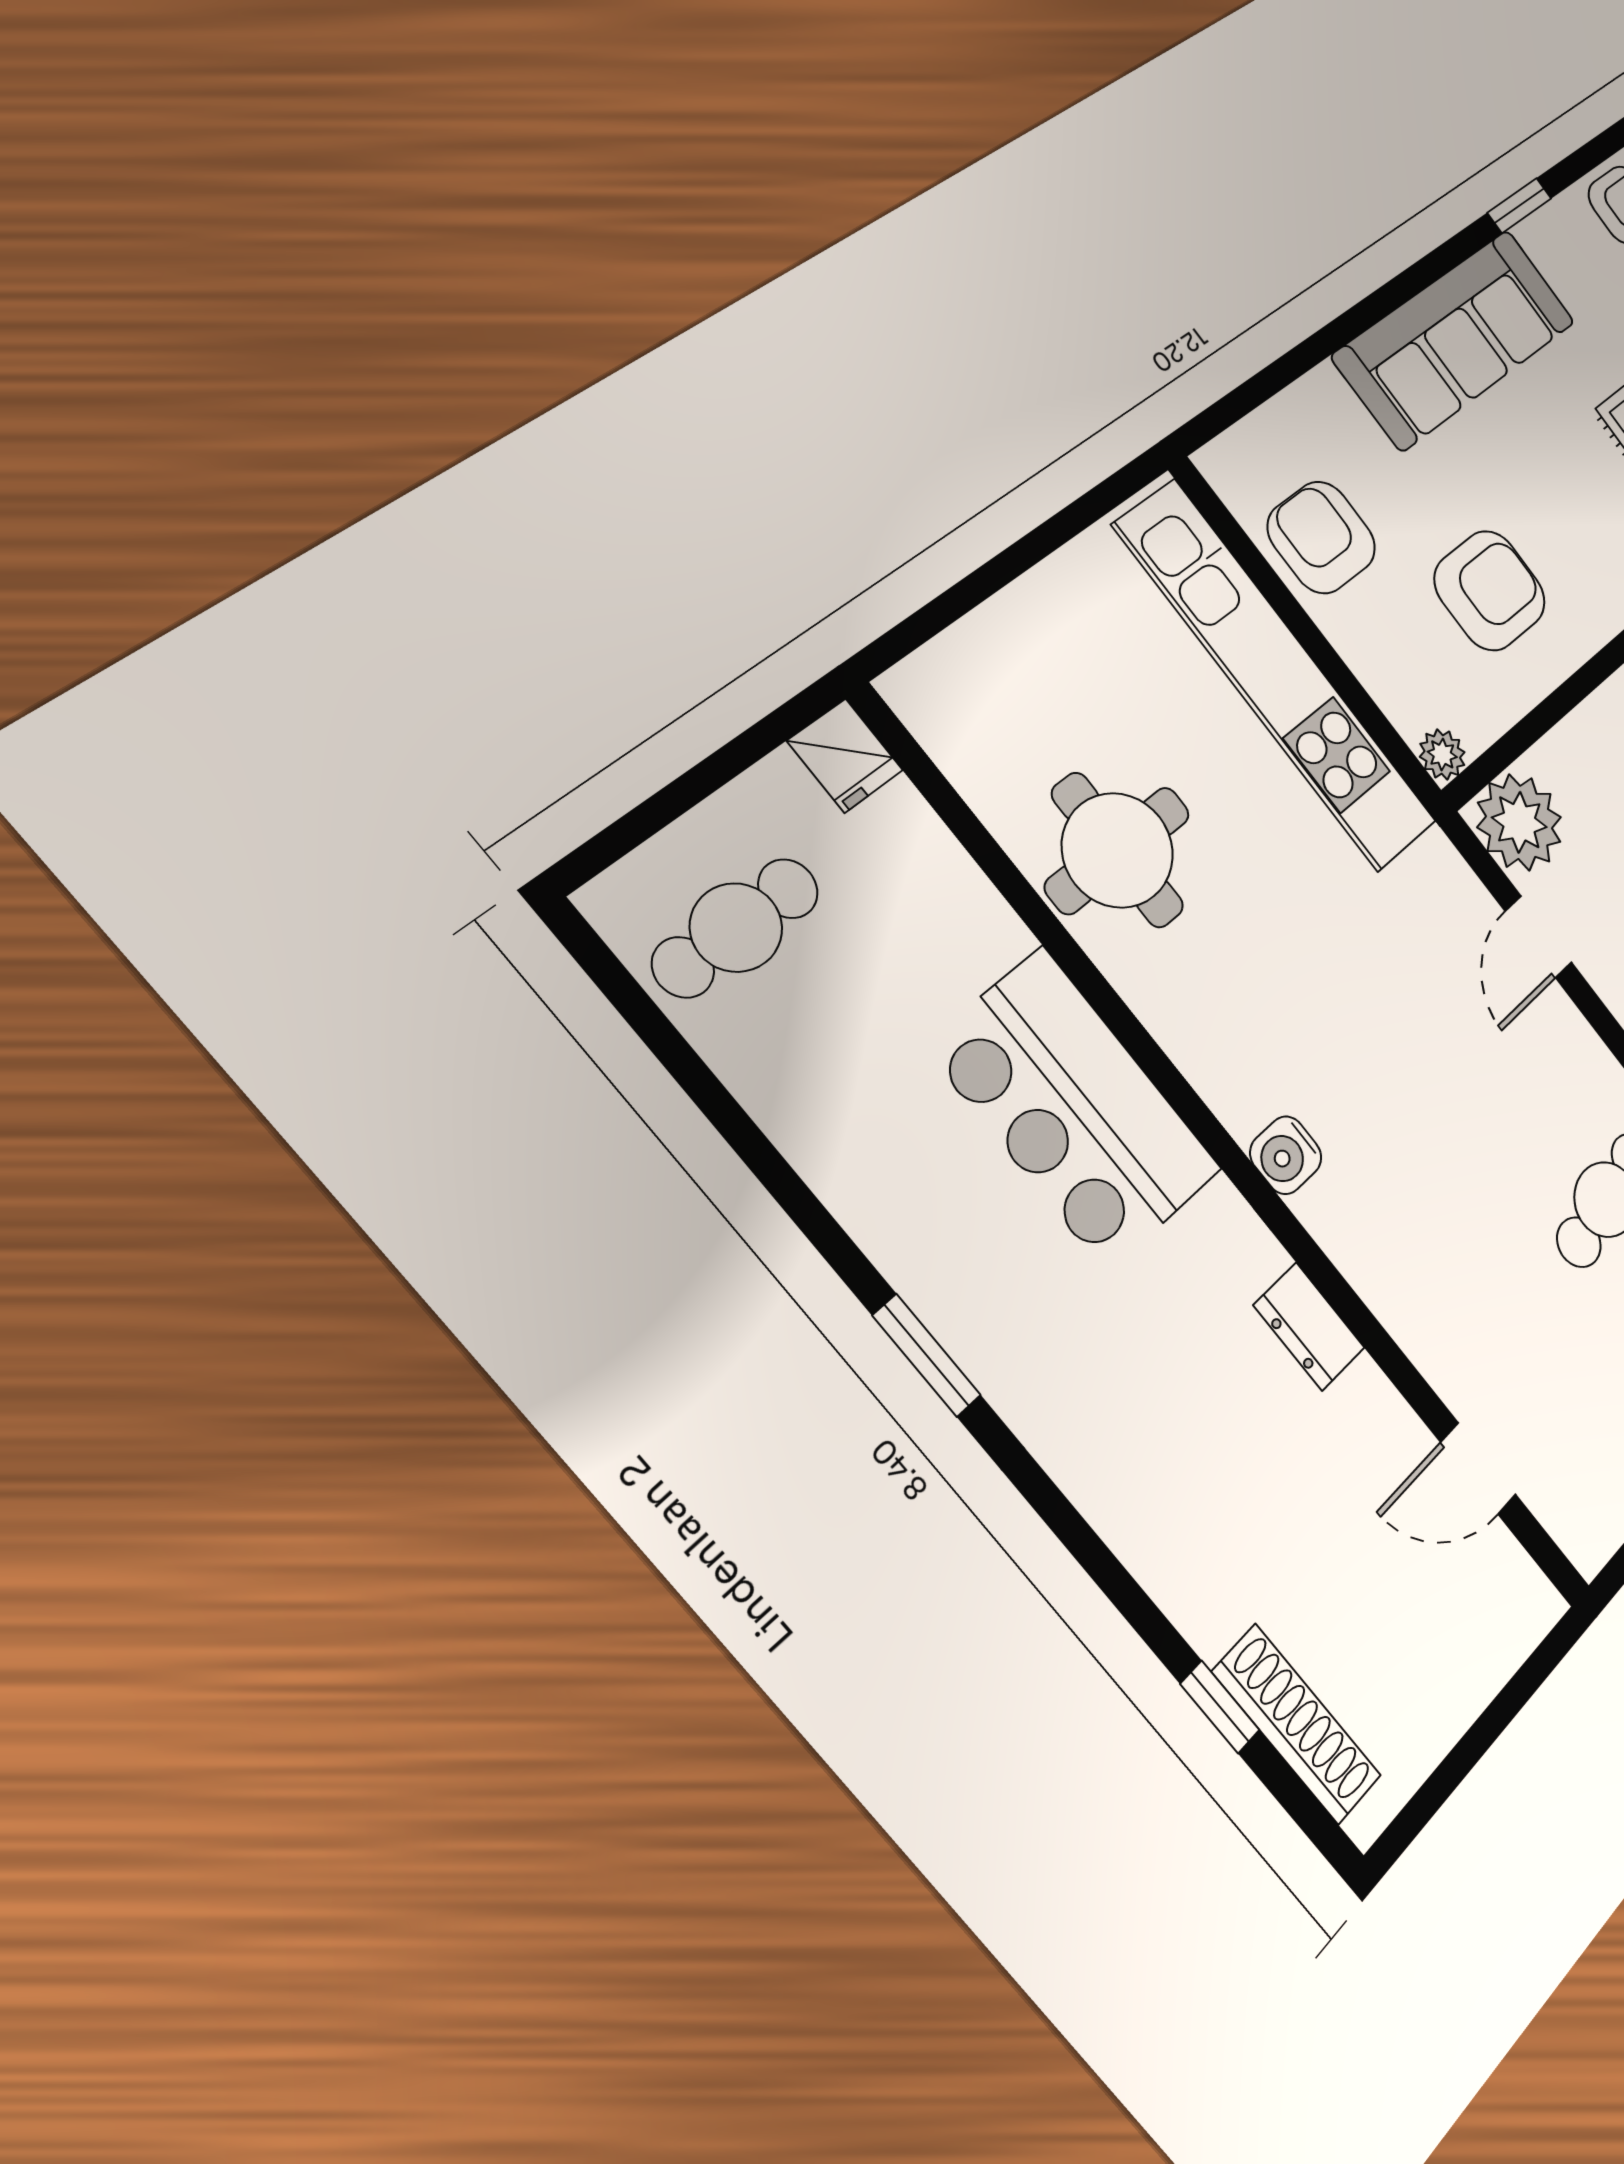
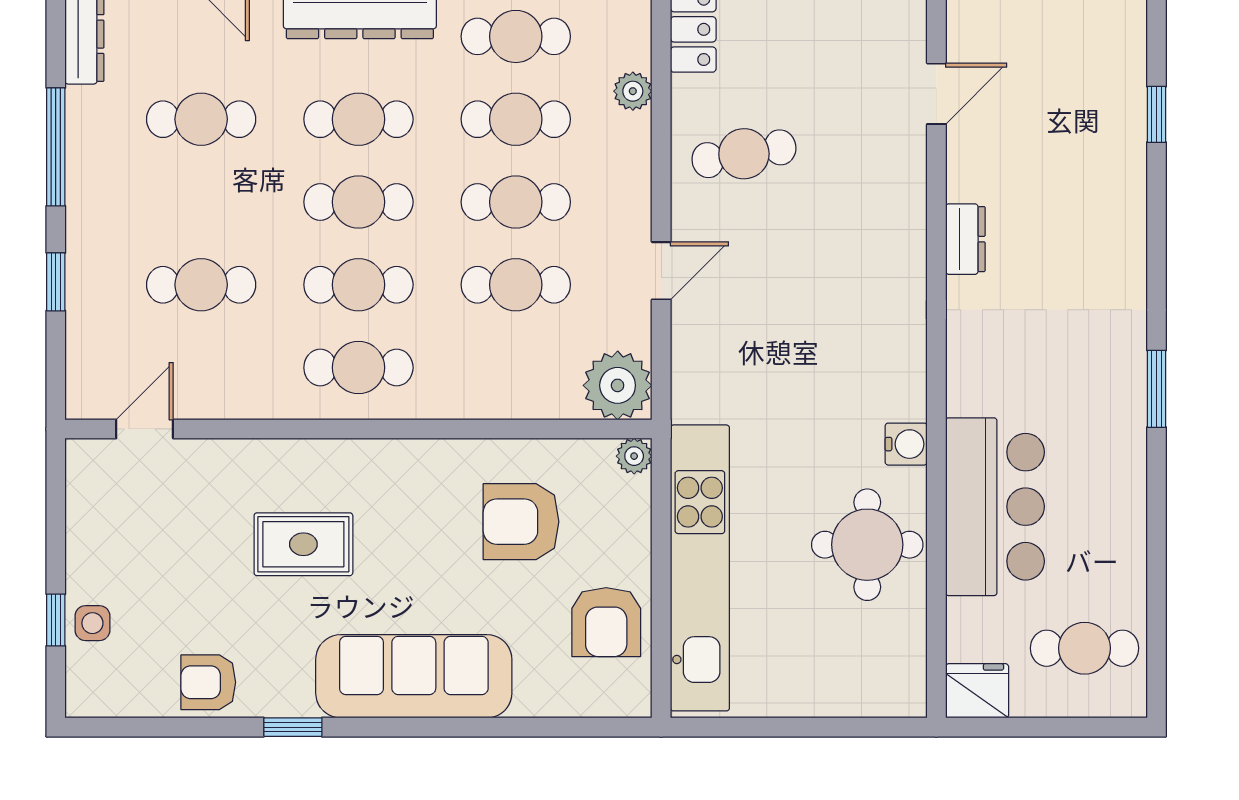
fridge: (845, 756) -> (977, 691), width x1.38
door: (1538, 937) -> (661, 271), moved
bar counter: (1075, 1109) -> (995, 507), moved
water cooler: (1286, 1155) -> (906, 444), moved
door: (1478, 1468) -> (936, 94), hinge flipped
shoe rack: (1297, 1724) -> (1128, 71), removed

